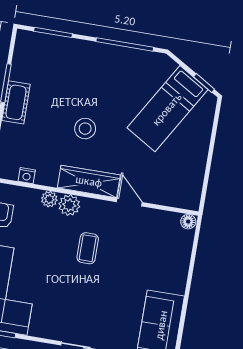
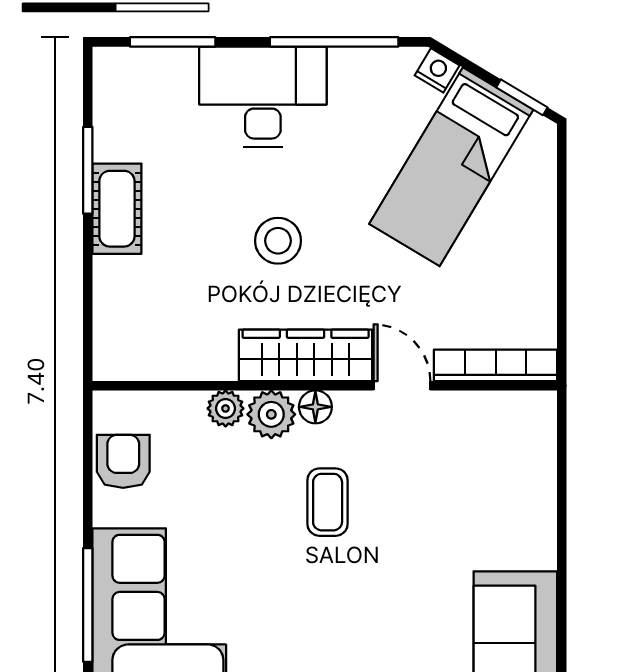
desk: (89, 63) -> (263, 97), added
nightstand: (27, 176) -> (437, 70), moved, turned -149
bookcase: (172, 200) -> (496, 365), added
floor lamp: (188, 222) -> (315, 407), moved

